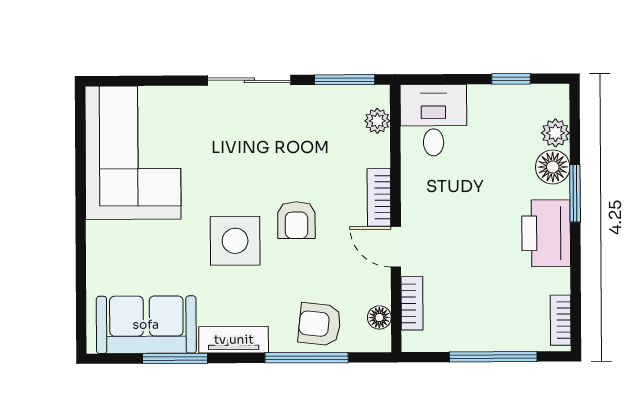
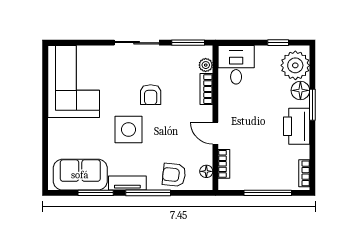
plant: (555, 133) -> (295, 65), width x1.87, depth x1.87
bookcase: (379, 197) -> (206, 89), moved
armchair: (296, 220) -> (151, 95), moved
window: (307, 358) -> (148, 193), moved

